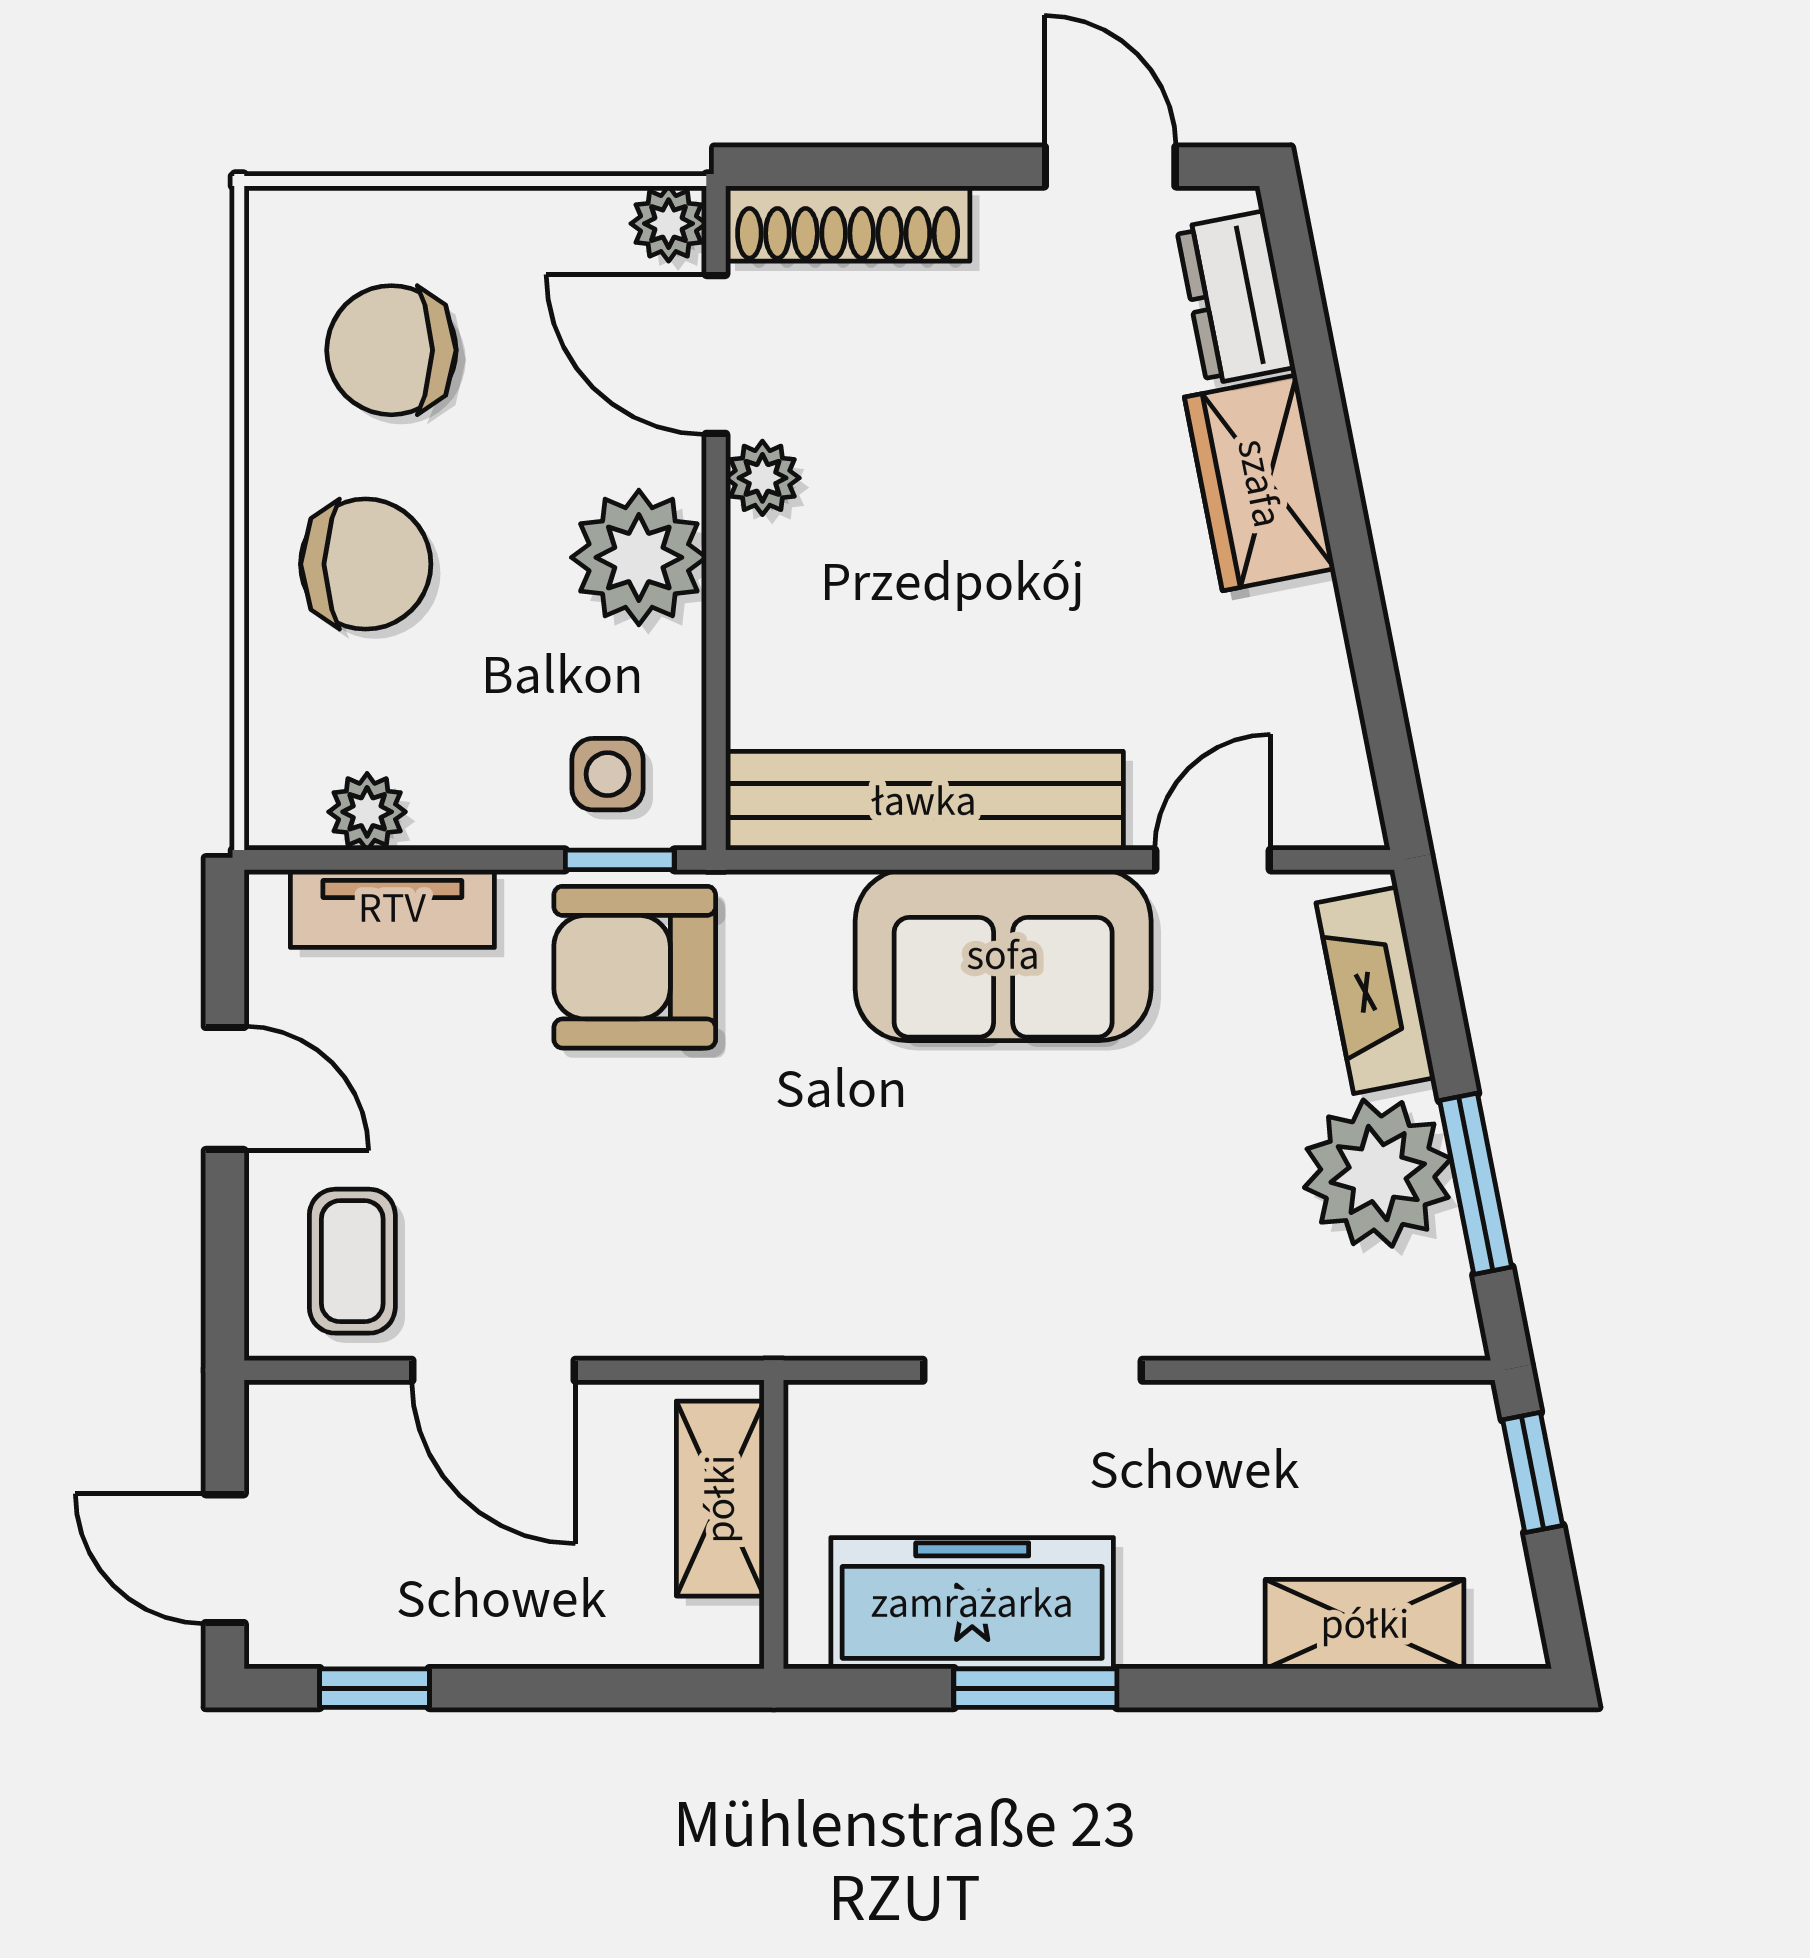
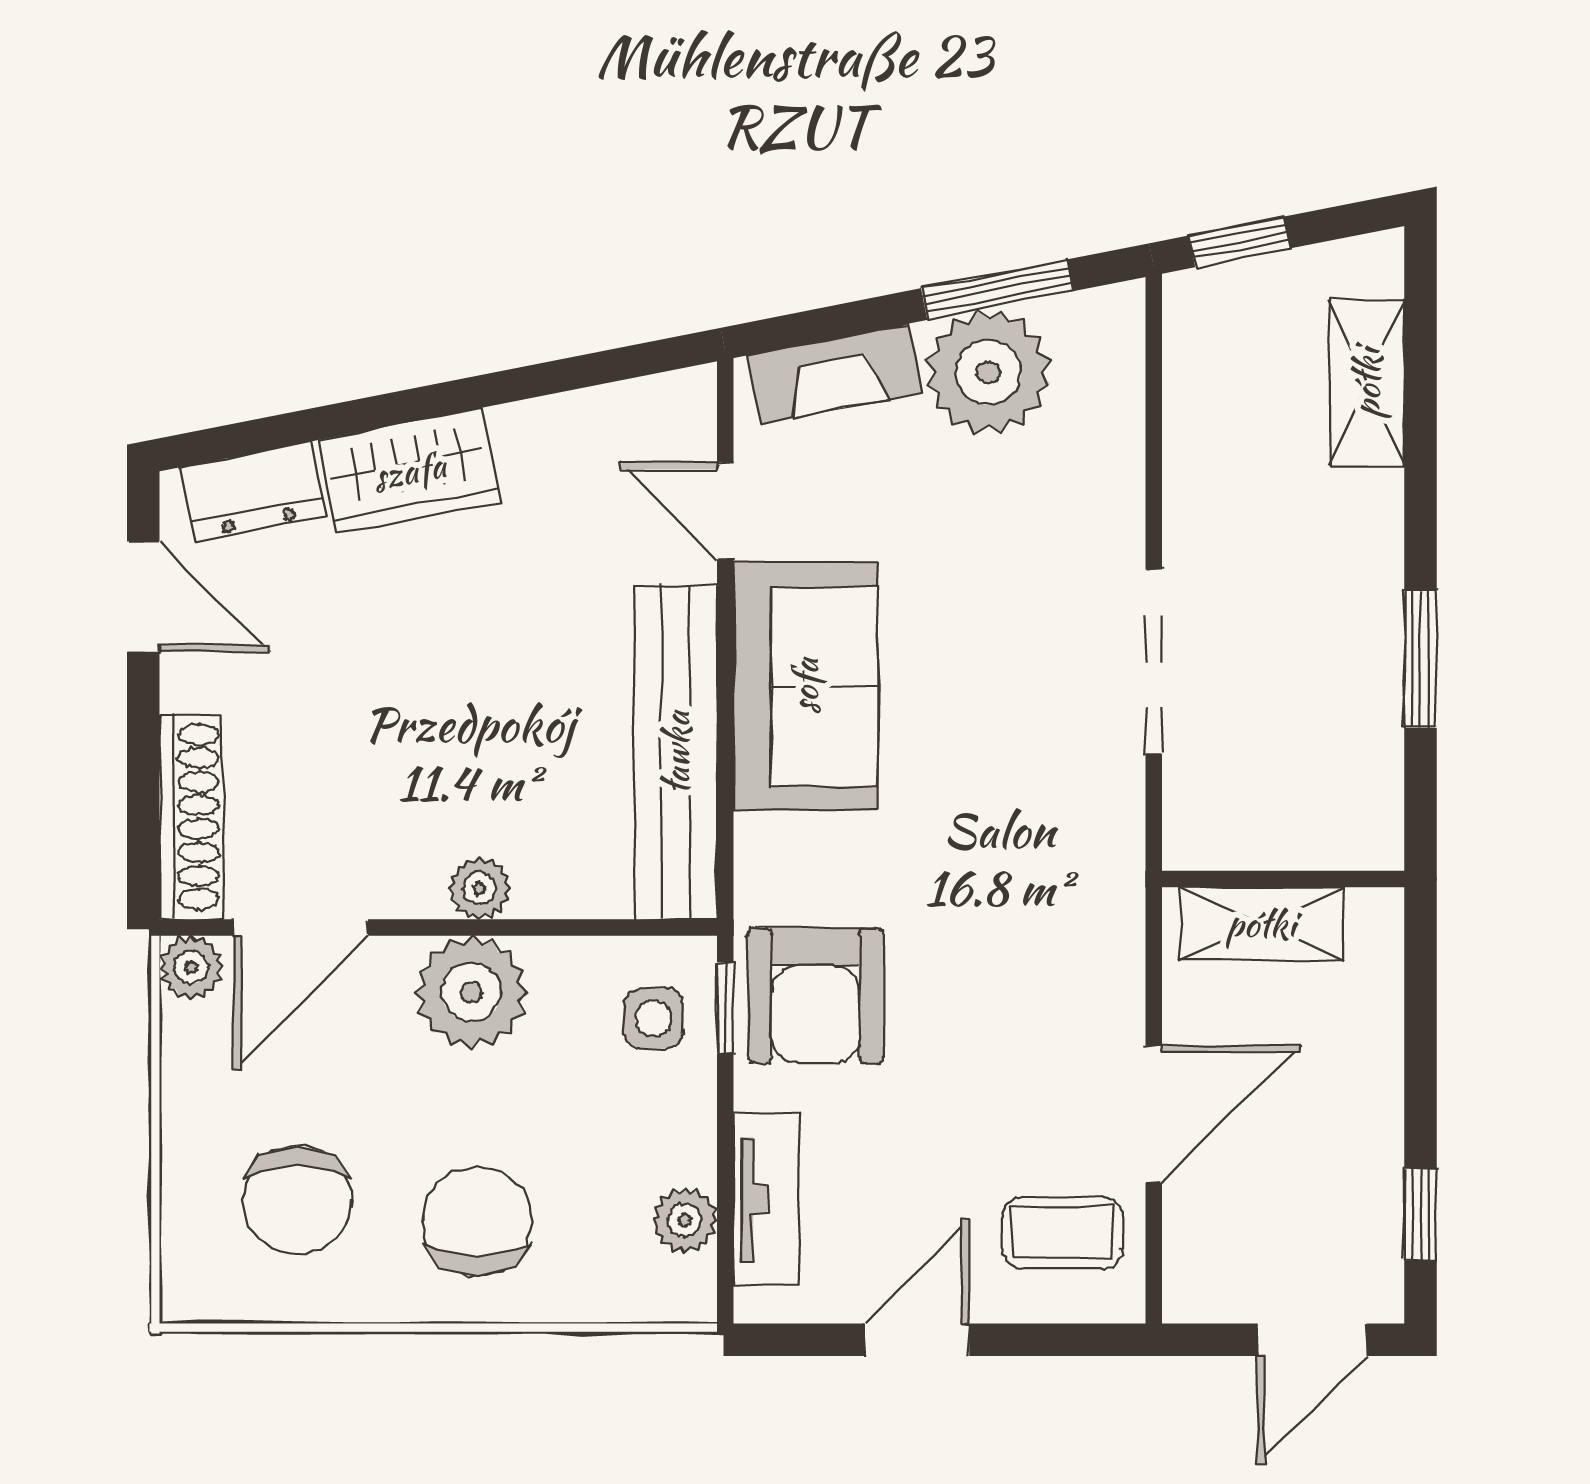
door: (1110, 167) -> (143, 597), swing flipped
plant: (762, 478) -> (479, 888), moved
freezer: (972, 1603) -> (1349, 712), removed

